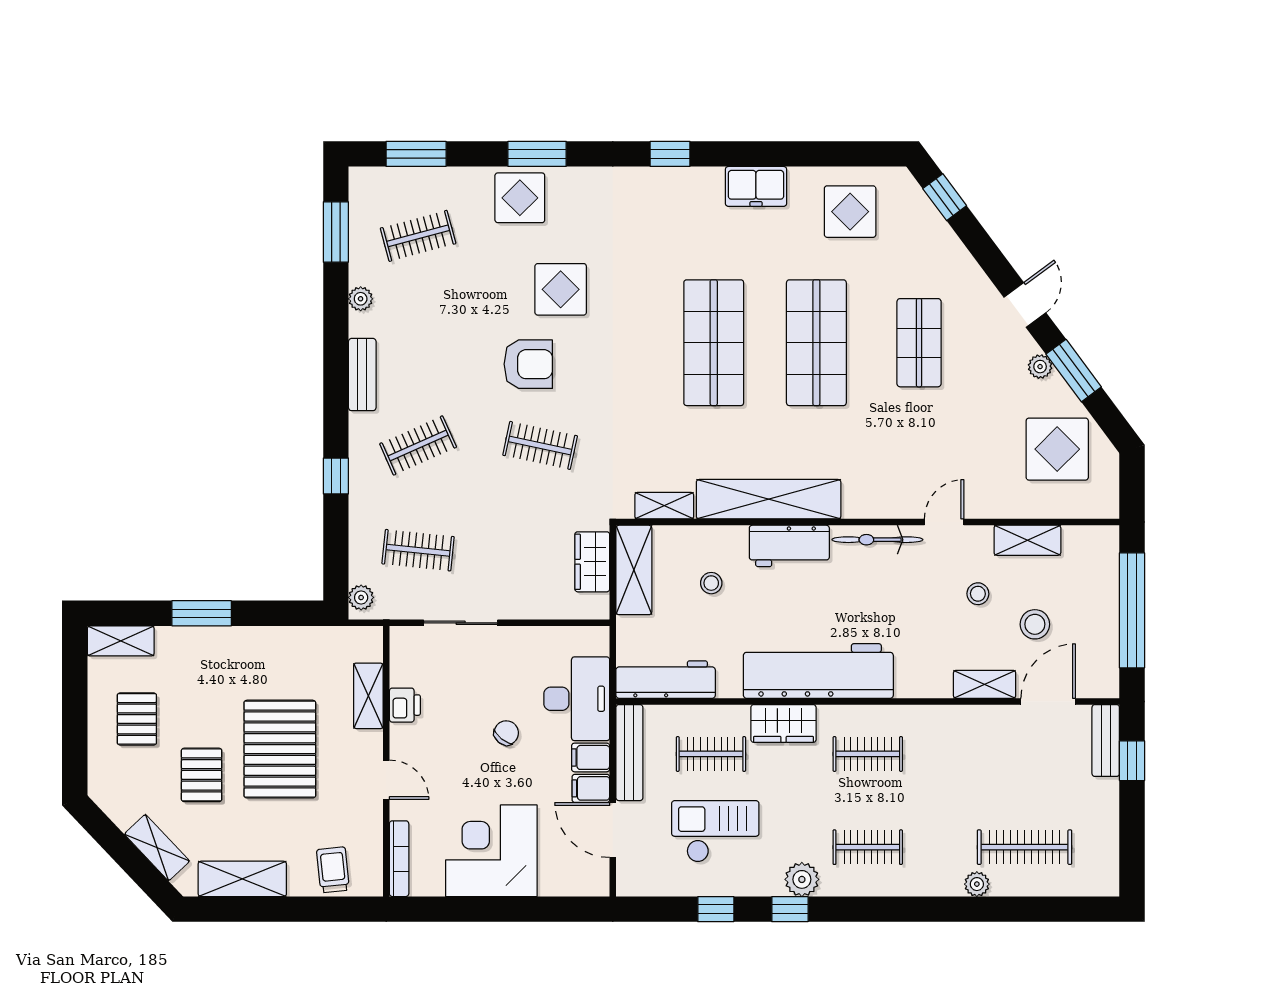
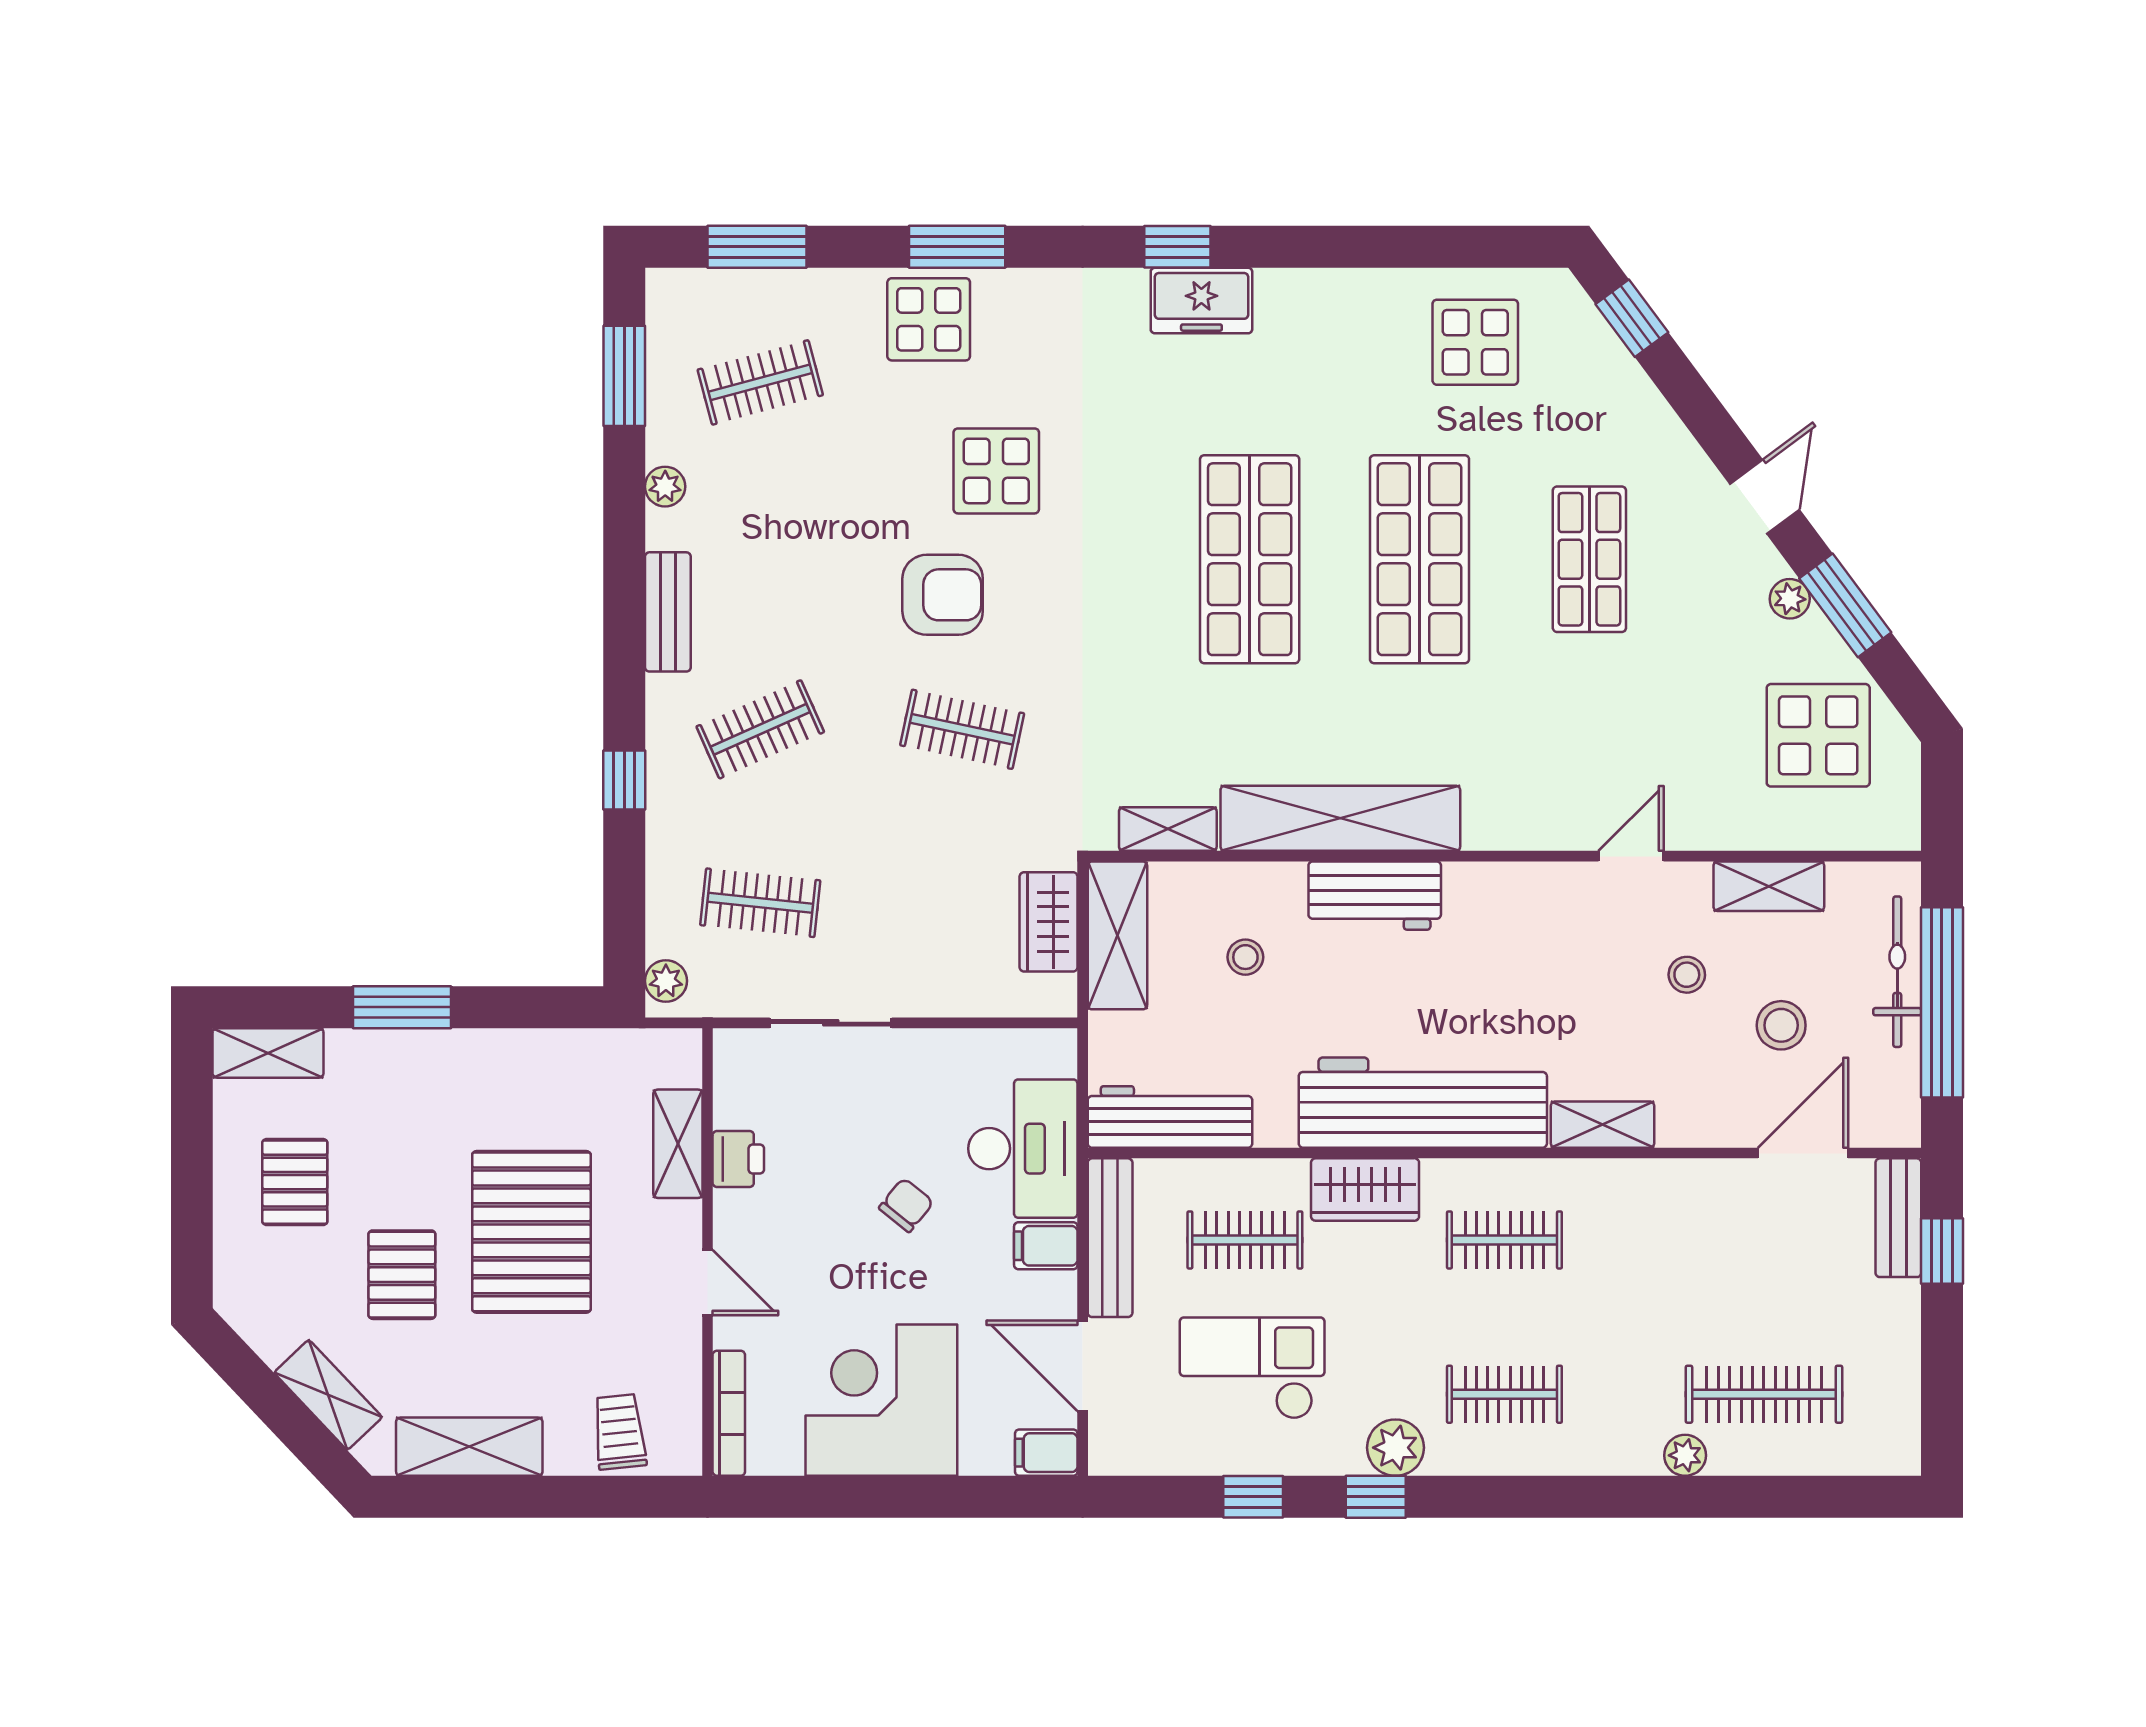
freezer: (756, 186) -> (1201, 301), moved
bicycle: (877, 540) -> (1897, 972), moved, turned 90
shelving: (985, 684) -> (1602, 1125), moved
filing cabinet: (591, 788) -> (1046, 1453), moved

